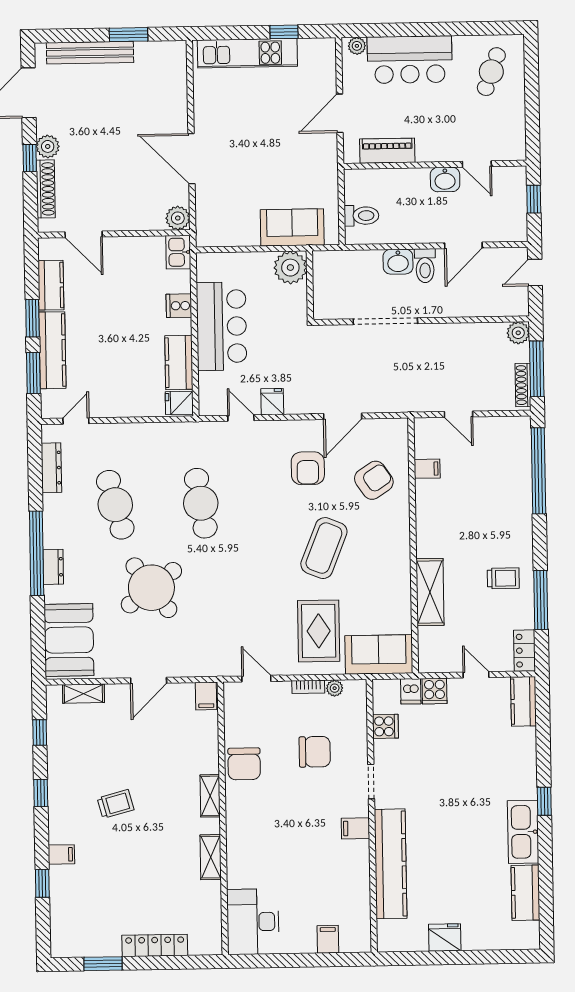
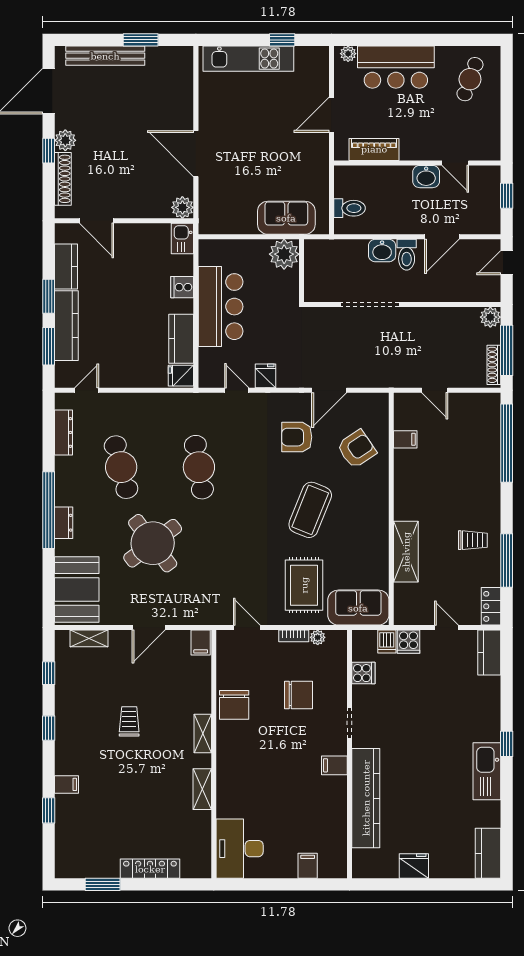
armchair: (308, 468) -> (297, 437), turned 90
trolley: (116, 804) -> (129, 721), moved, turned -75
kitchen counter: (525, 893) -> (488, 853), moved

